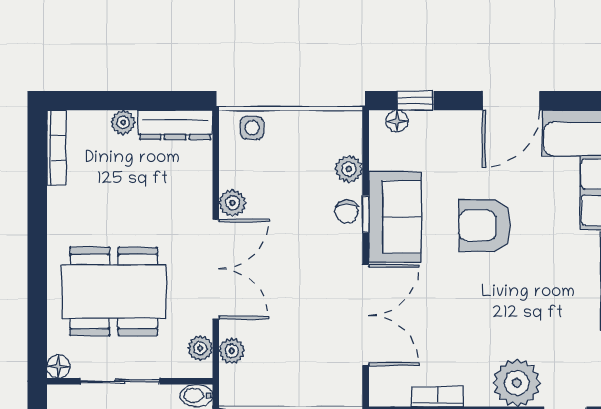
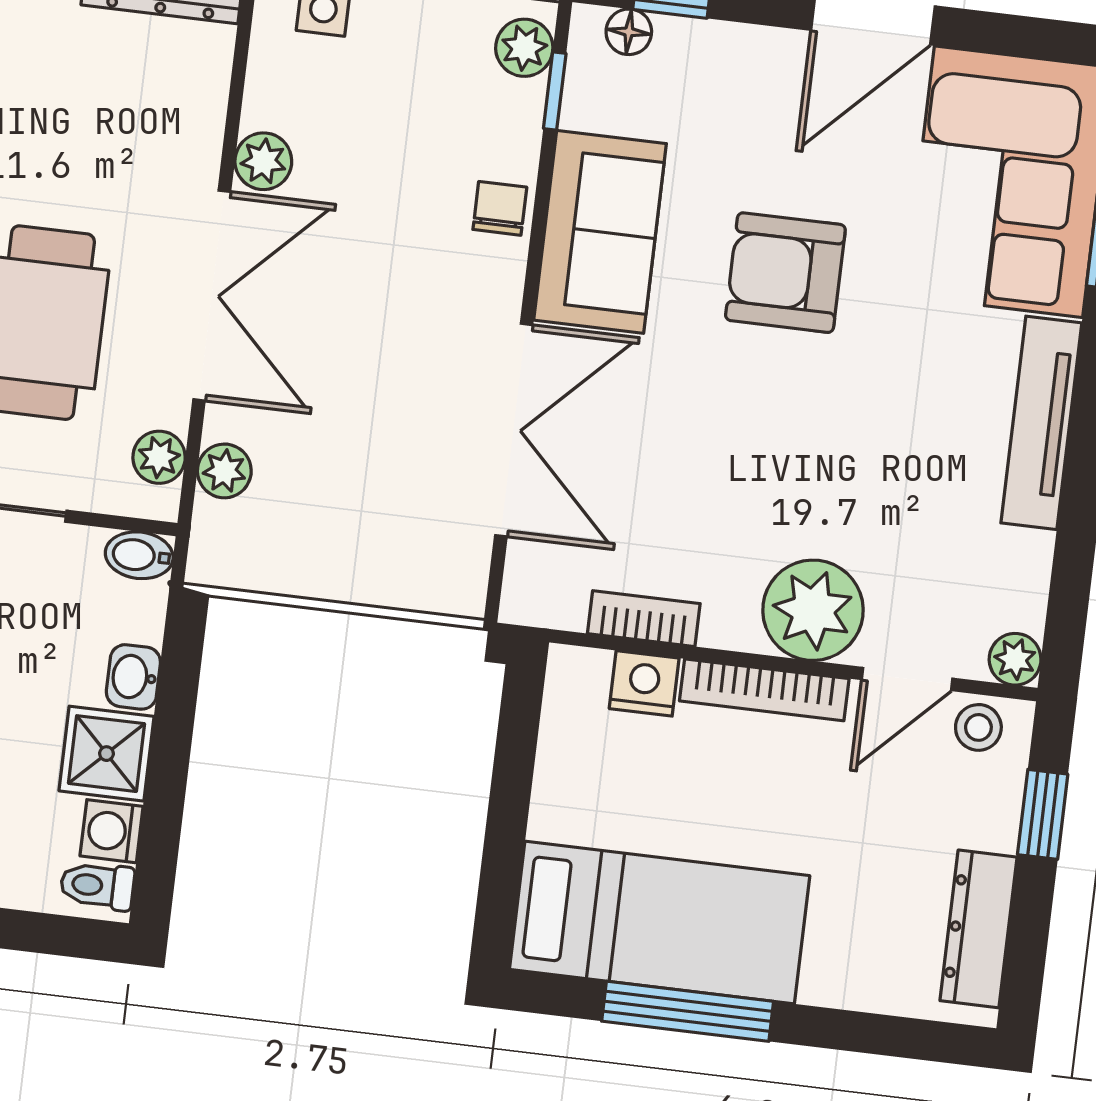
plant: (349, 169) -> (524, 48), moved
chair: (346, 212) -> (500, 208), turned 180
window: (366, 214) -> (555, 91), moved

